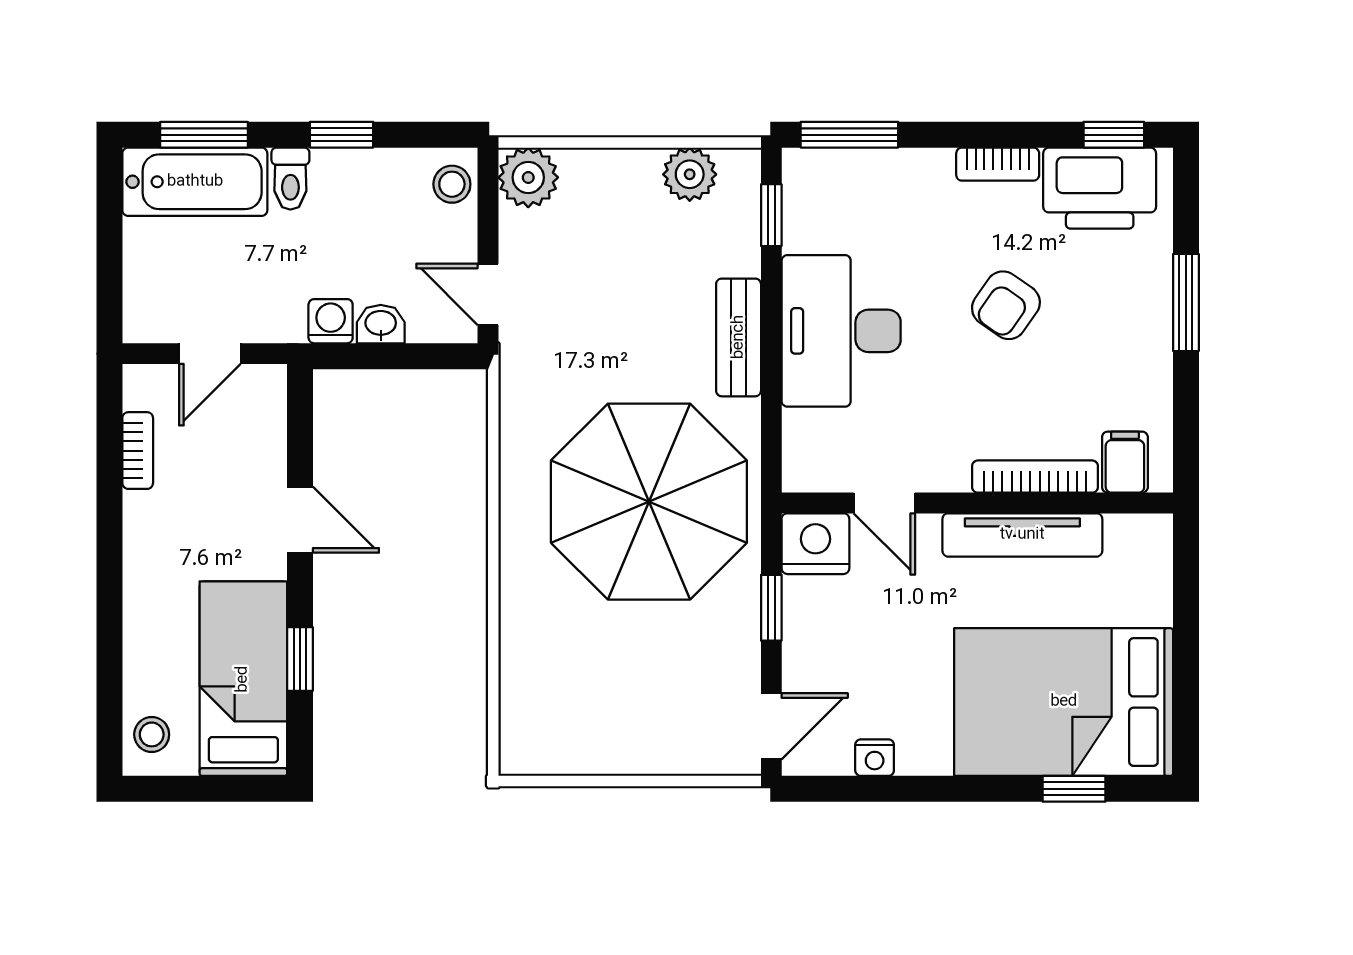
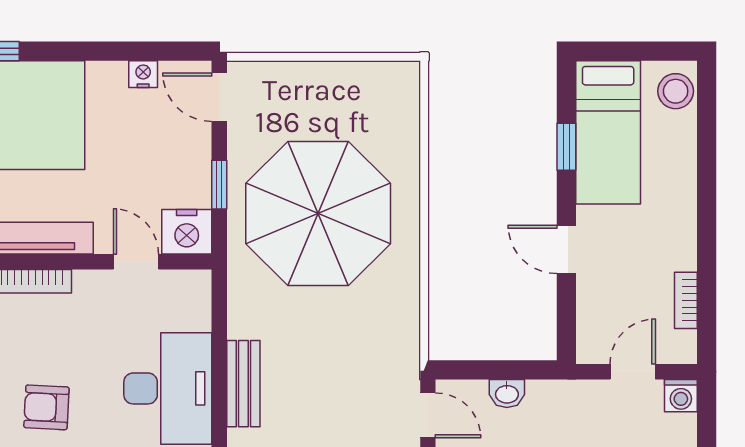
armchair: (1006, 305) -> (46, 407), turned -122
washing machine: (331, 321) -> (681, 396), moved
parasol: (649, 502) -> (318, 213), moved
door: (771, 726) -> (219, 97), hinge flipped
stool: (152, 734) -> (676, 91), width x1.37, depth x1.37

